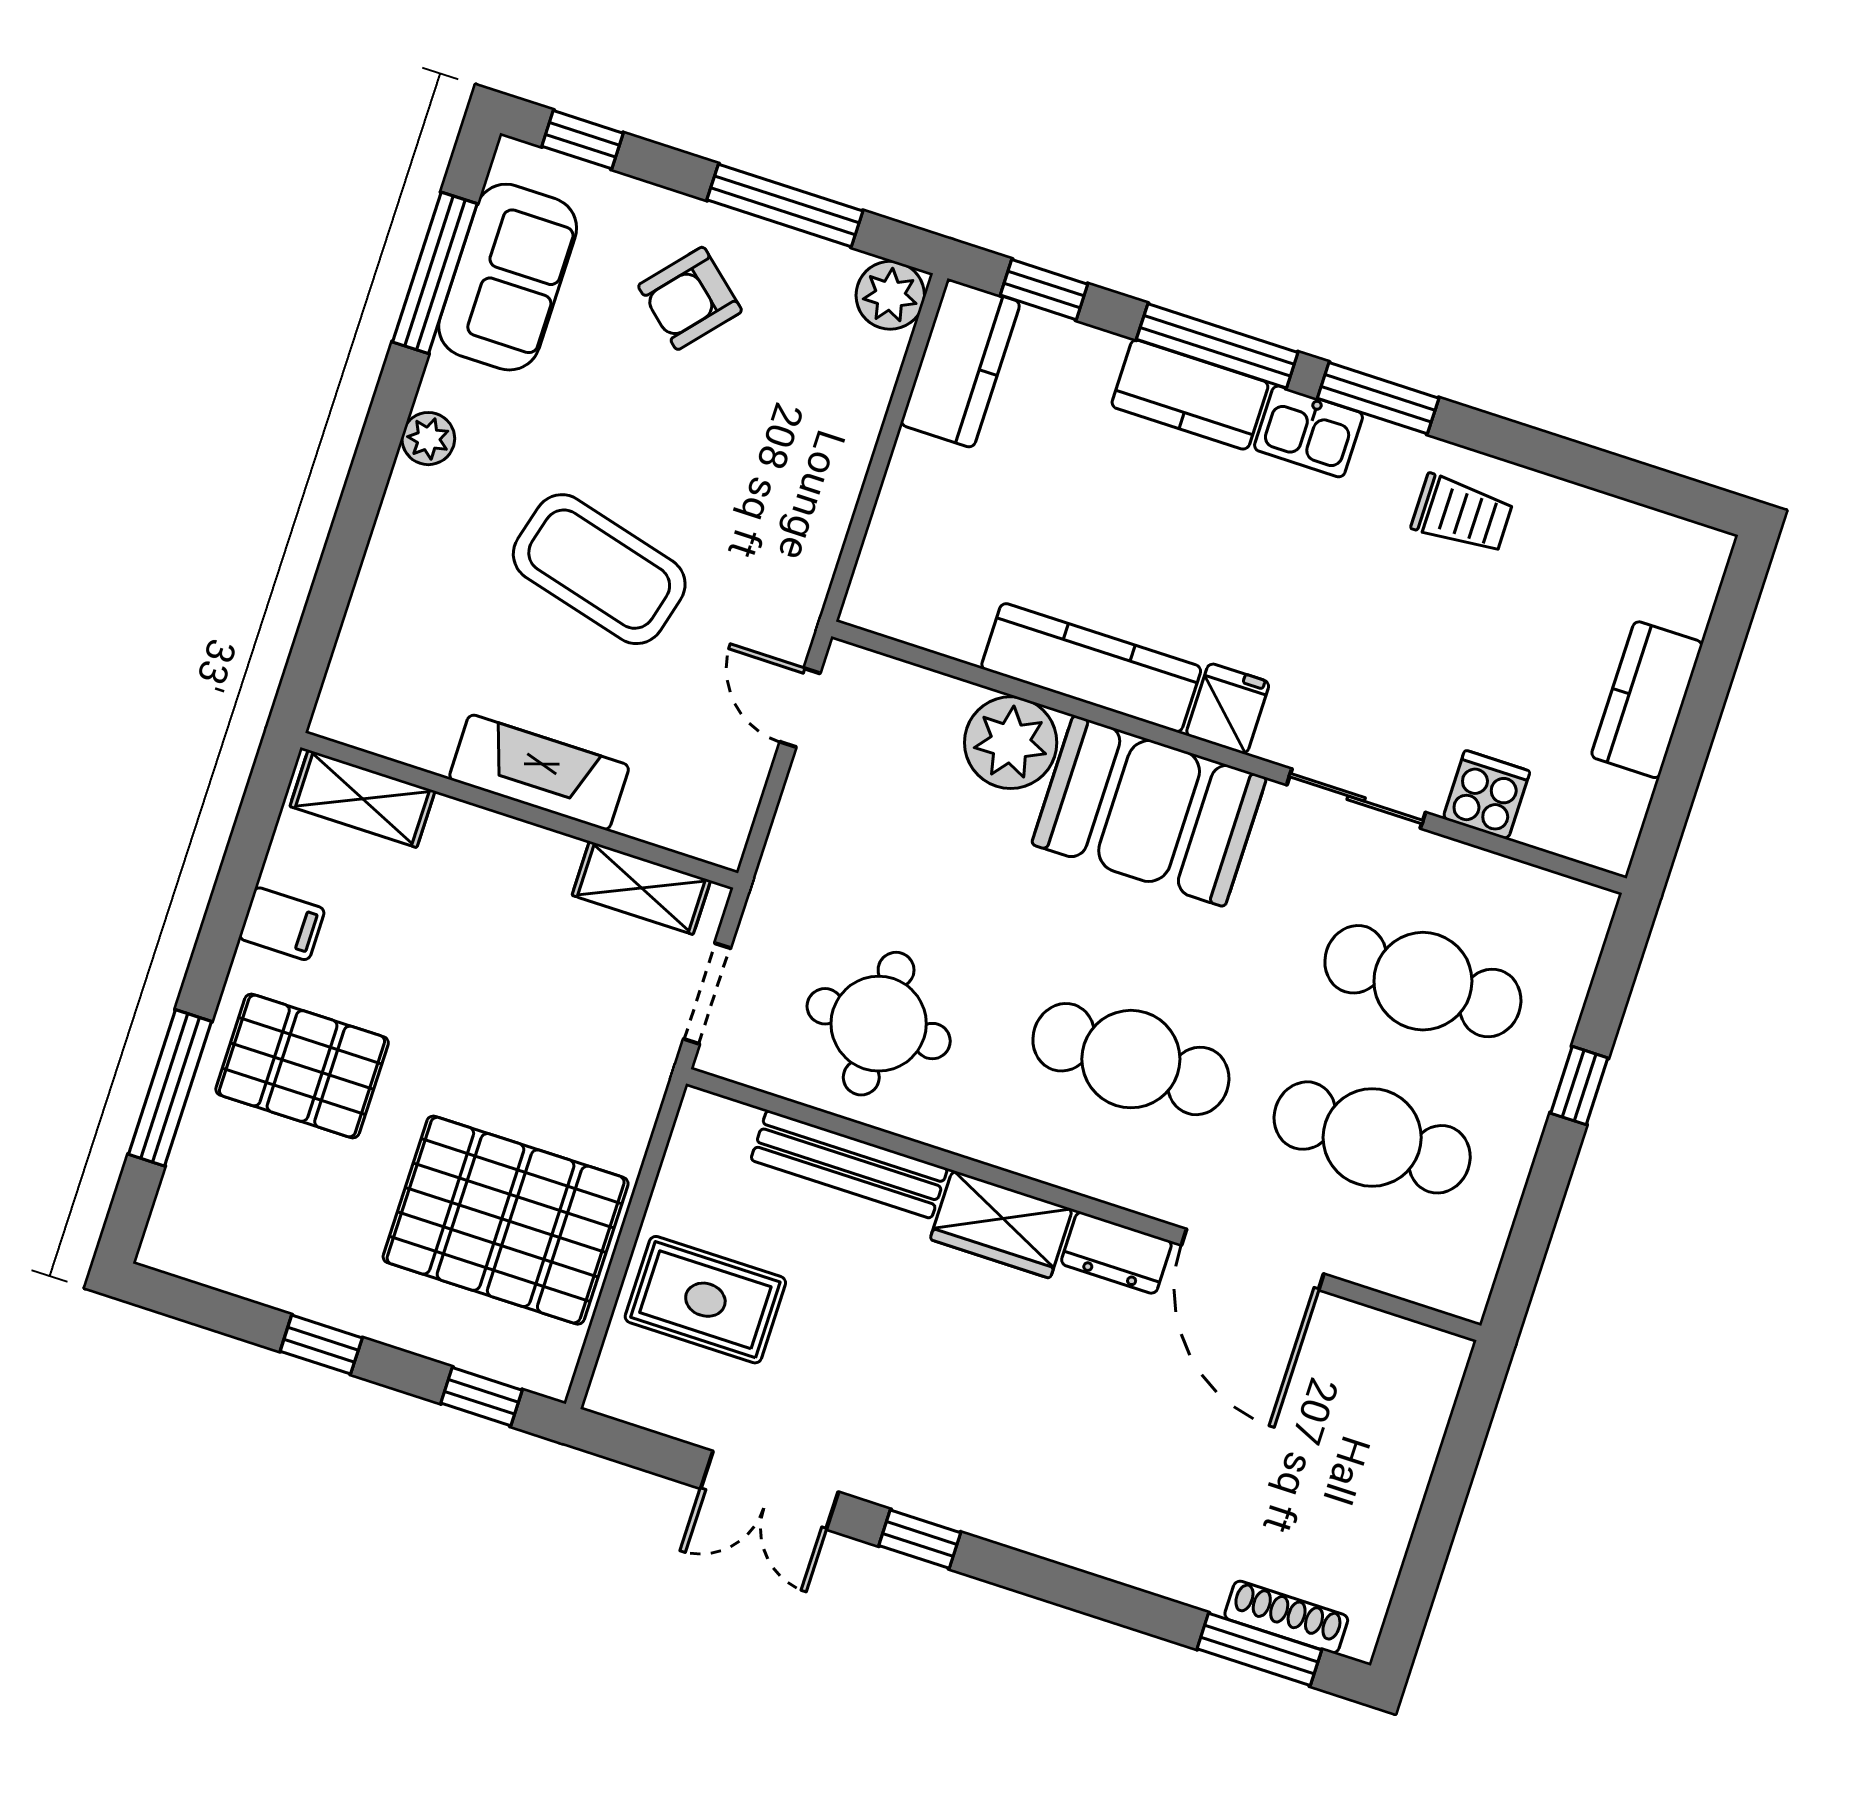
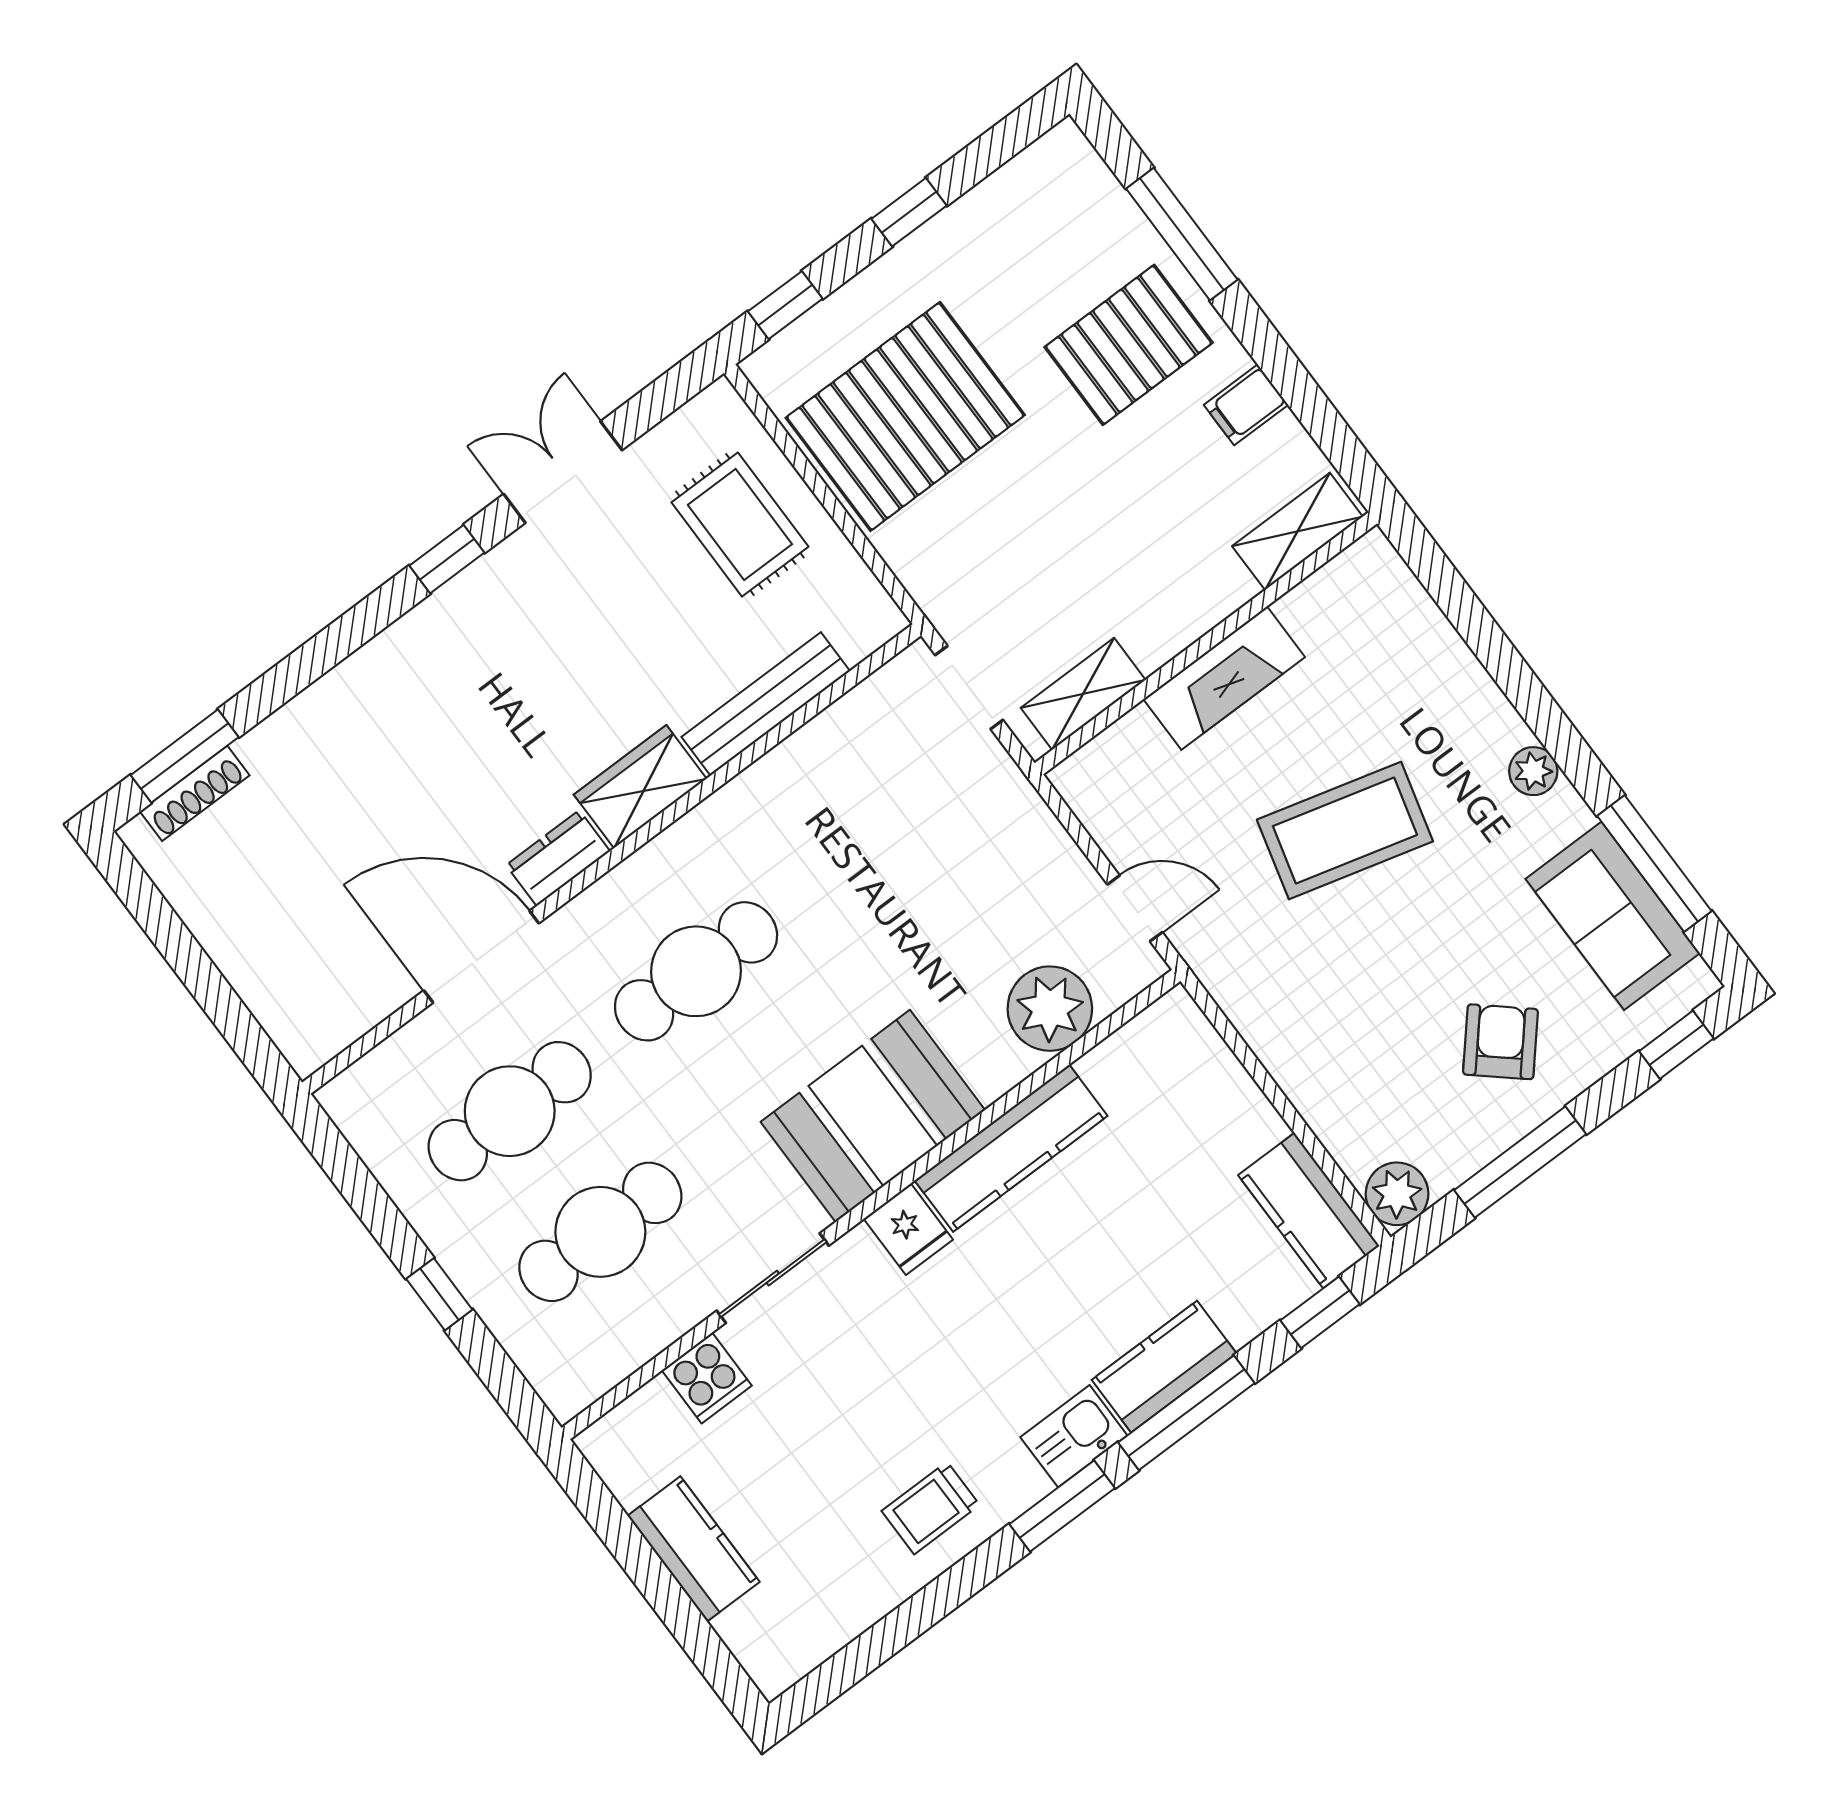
plant: (1011, 743) -> (1050, 1009), moved
round table: (879, 1024) -> (856, 800), removed
rug: (705, 1300) -> (740, 525), turned 90

